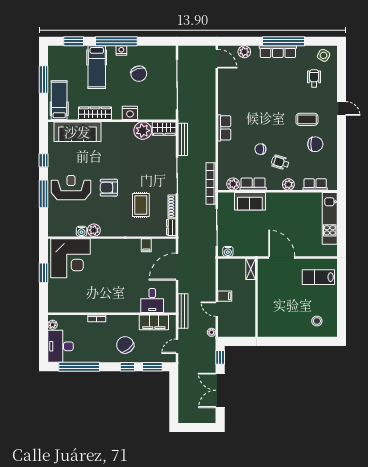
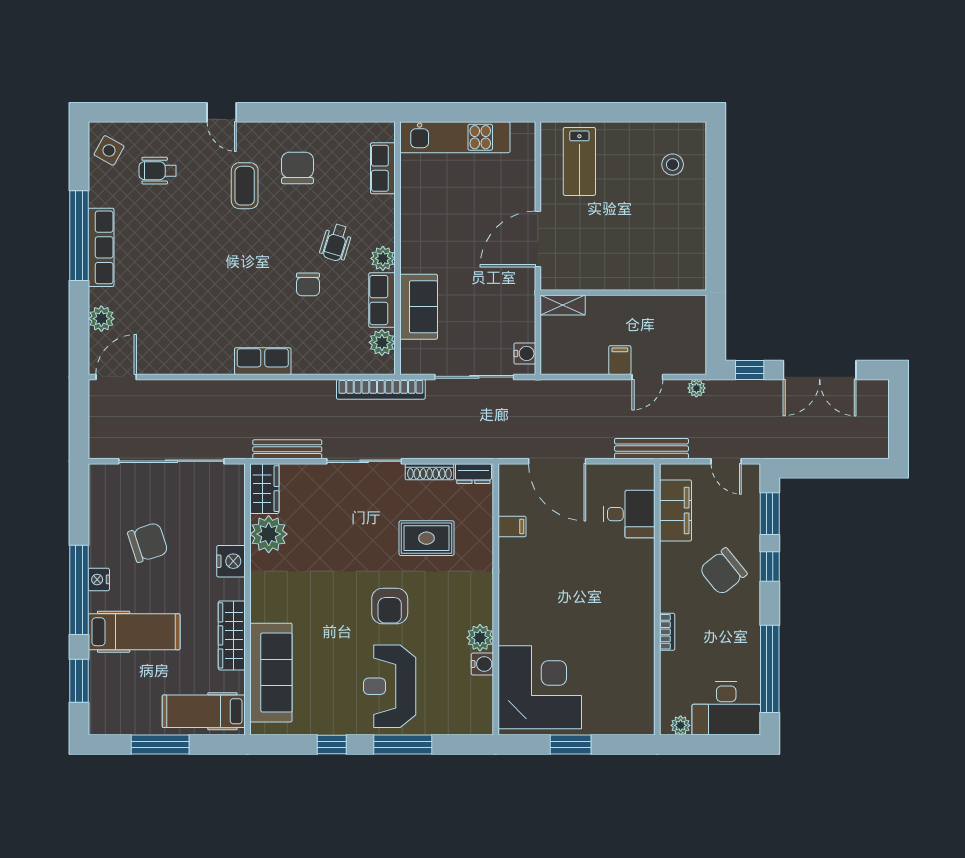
door: (342, 108) -> (222, 112), swing flipped
plant: (288, 184) -> (383, 258), moved

